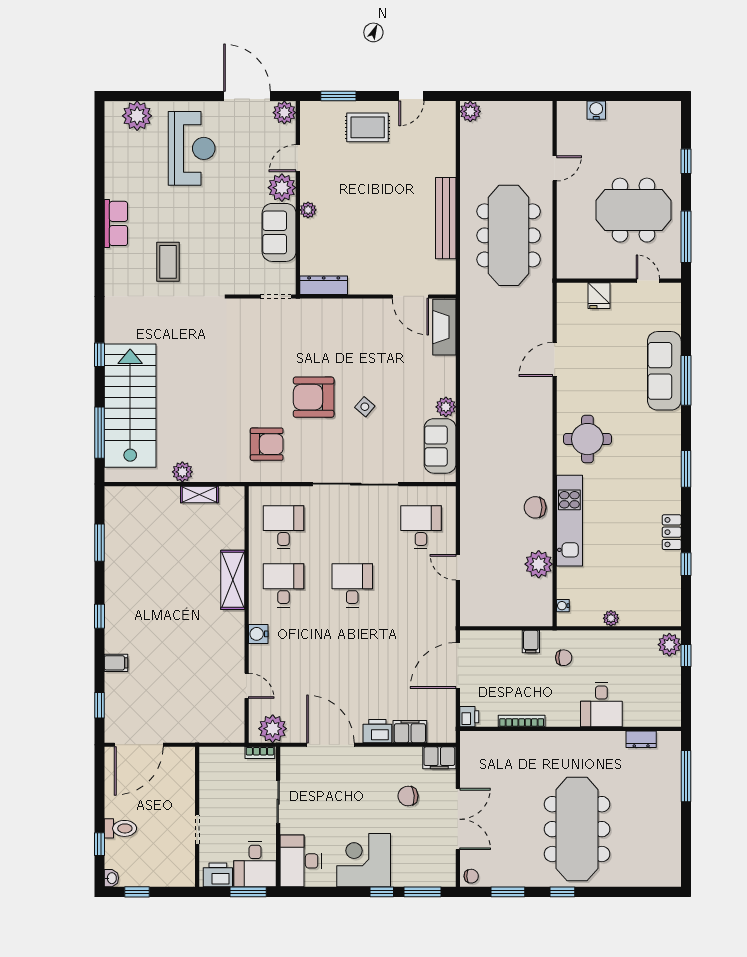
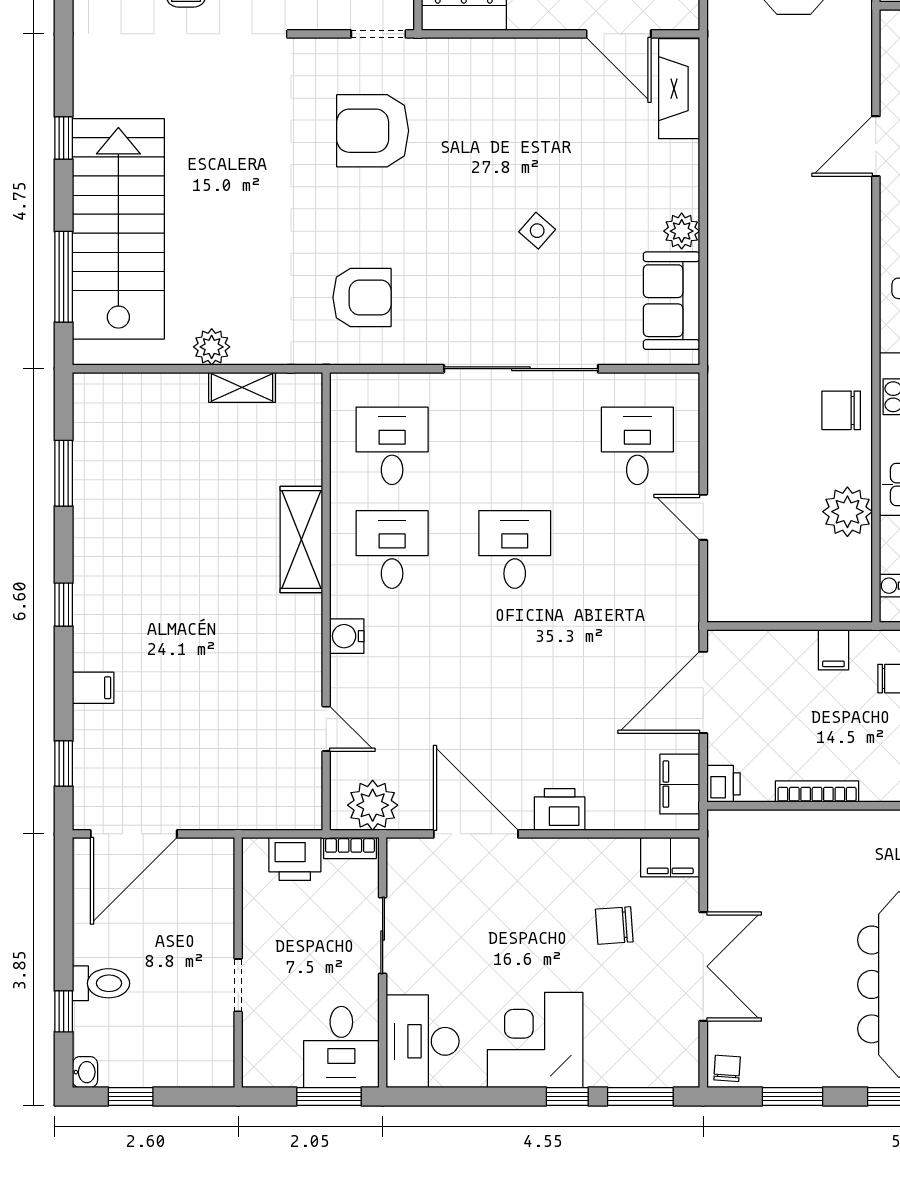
armchair: (314, 397) -> (373, 131), moved
filing cabinet: (410, 732) -> (680, 784), moved, turned -90
printer: (218, 875) -> (295, 859), moved, turned 180
chair: (471, 876) -> (727, 1068), turned -84

